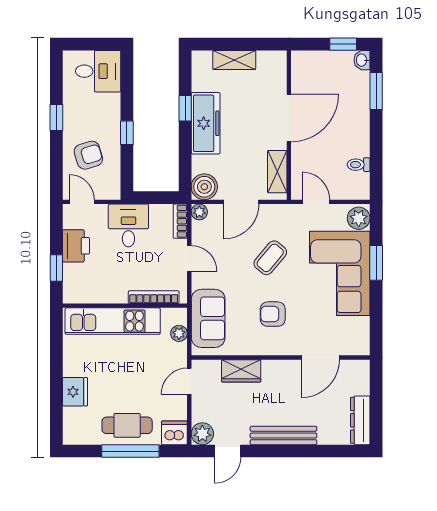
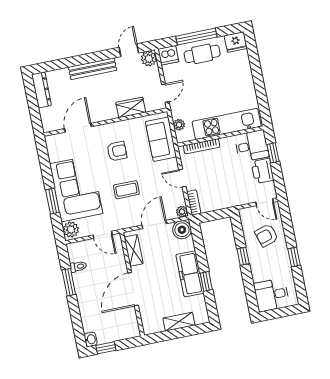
window: (376, 91) -> (69, 282), moved
desk: (128, 225) -> (252, 146), moved, turned -90
coffee table: (270, 258) -> (126, 190), turned 50
fridge: (75, 392) -> (236, 42), moved, turned -90

